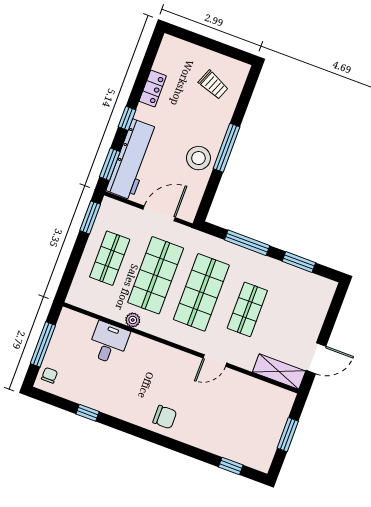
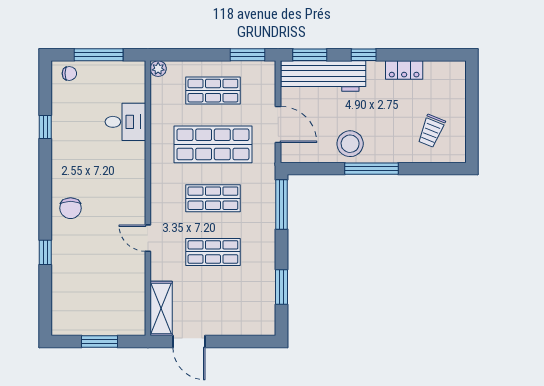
window: (247, 243) -> (282, 204), moved
shop shelf: (201, 292) -> (213, 198), width x0.70, depth x0.74
plant: (133, 320) -> (158, 69), moved
window: (231, 466) -> (45, 252), moved

